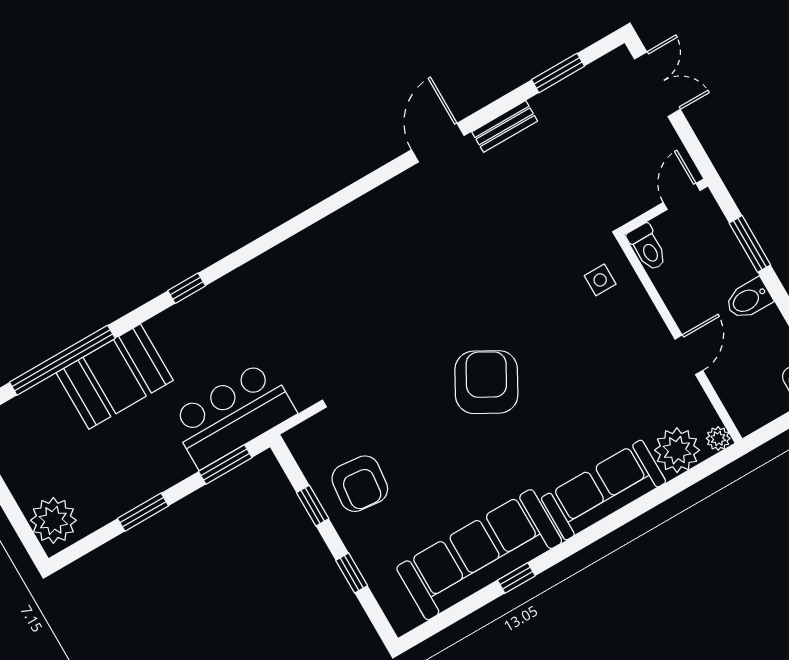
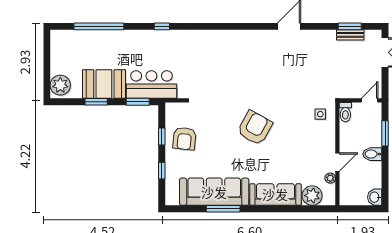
bench: (505, 126) -> (350, 35), moved
booth: (115, 377) -> (104, 84), moved
plant: (718, 438) -> (330, 178), moved
window: (516, 578) -> (223, 209), width x2.17

